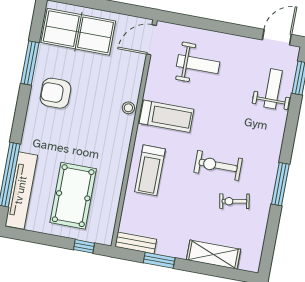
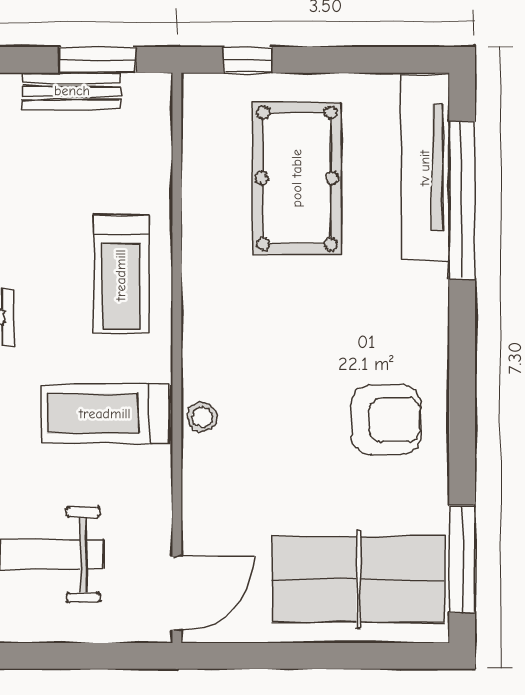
window: (30, 63) -> (462, 559), moved
treadmill: (150, 170) -> (121, 275), turned 180
bench: (136, 243) -> (72, 91), moved
window: (159, 260) -> (98, 60), moved

